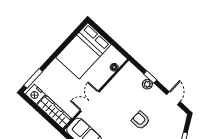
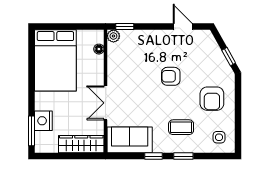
window: (150, 77) -> (125, 27), moved
plant: (147, 84) -> (113, 36), moved
nightstand: (35, 94) -> (43, 121), moved, turned 90

